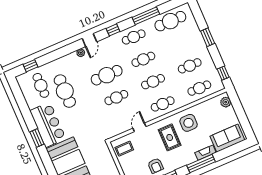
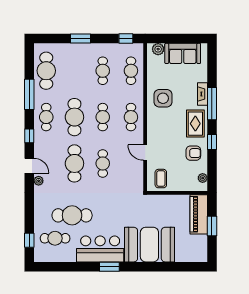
cafe table: (143, 59) -> (74, 117), width x1.37, depth x1.35
rug: (170, 137) -> (195, 124), moved, turned 90
sofa: (227, 138) -> (183, 53), moved, turned -90

